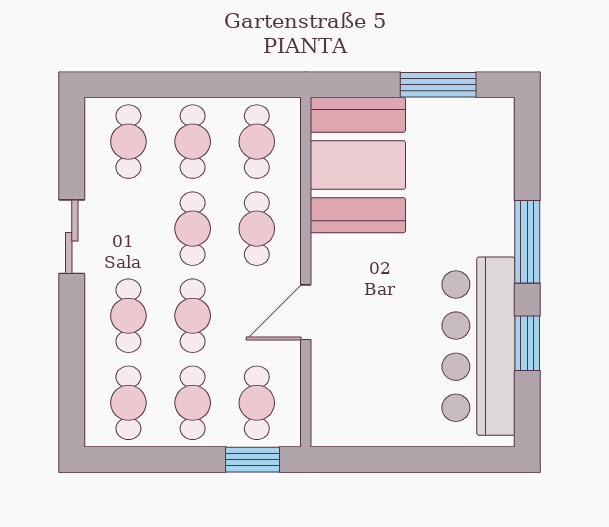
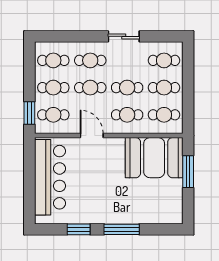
window: (438, 85) -> (188, 172), moved
bar counter: (478, 346) -> (50, 177), moved, turned 90

